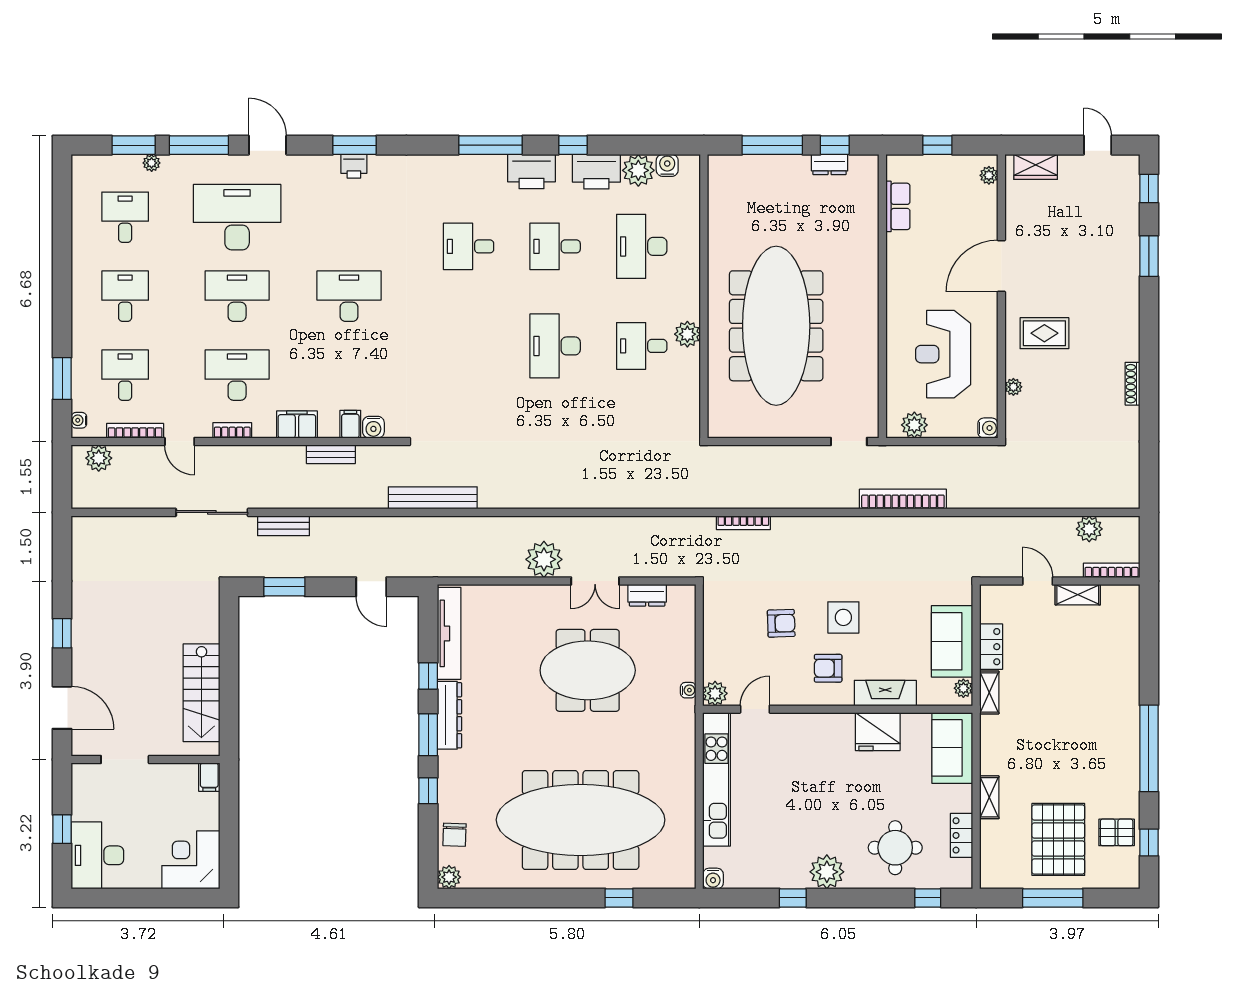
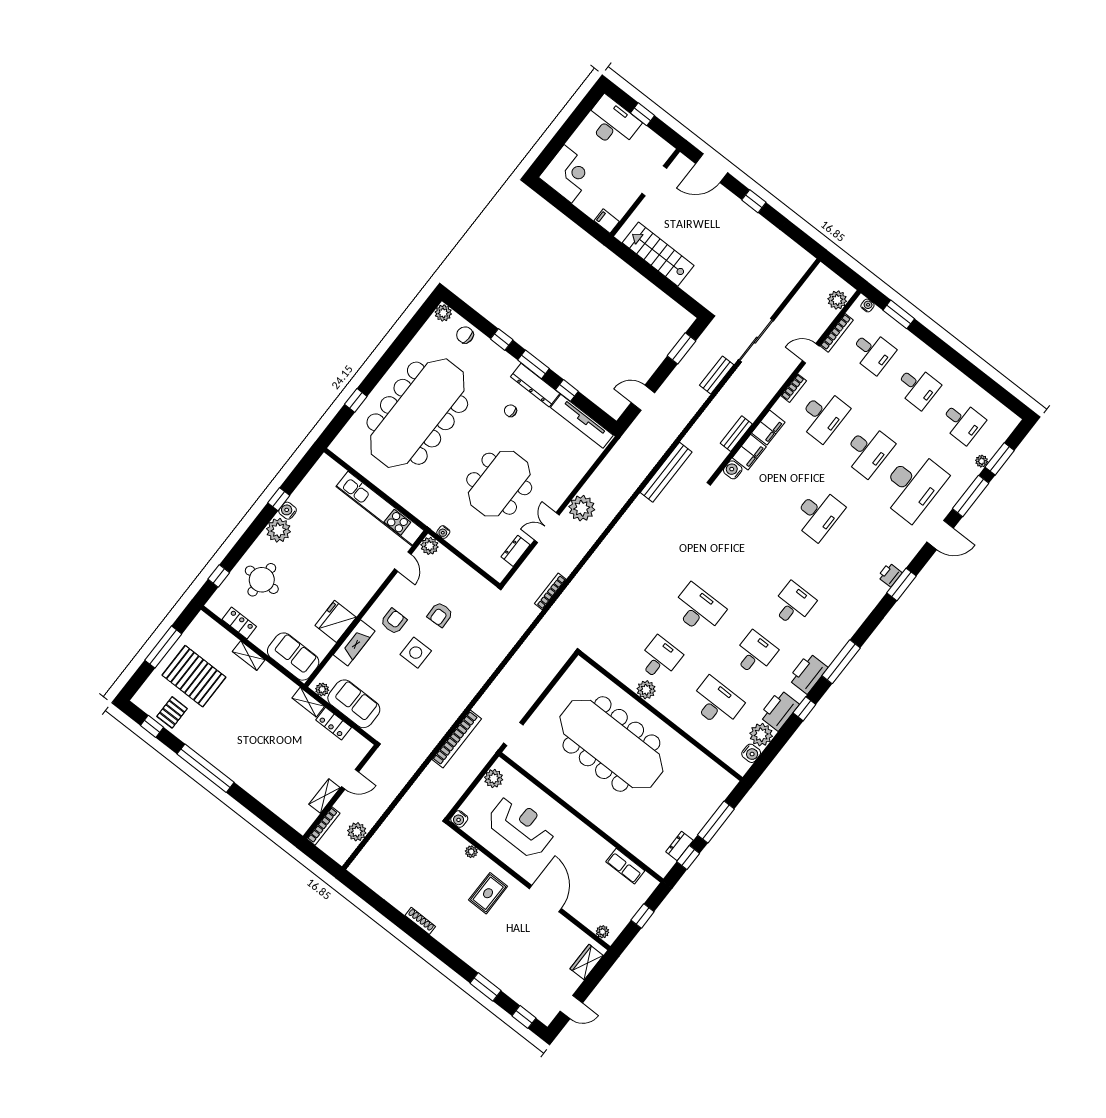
filing cabinet: (350, 424) -> (749, 452), width x2.00
bookcase: (743, 523) -> (550, 591), moved
chair: (498, 720) -> (510, 411), added
water cooler: (713, 879) -> (288, 511), moved

